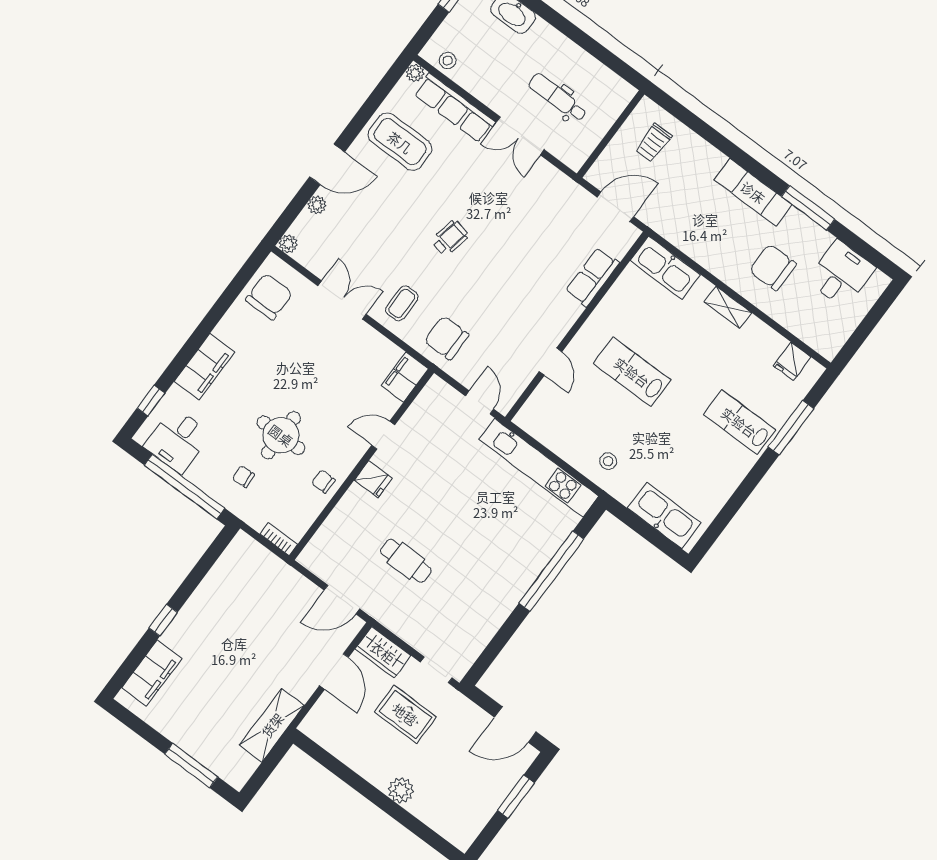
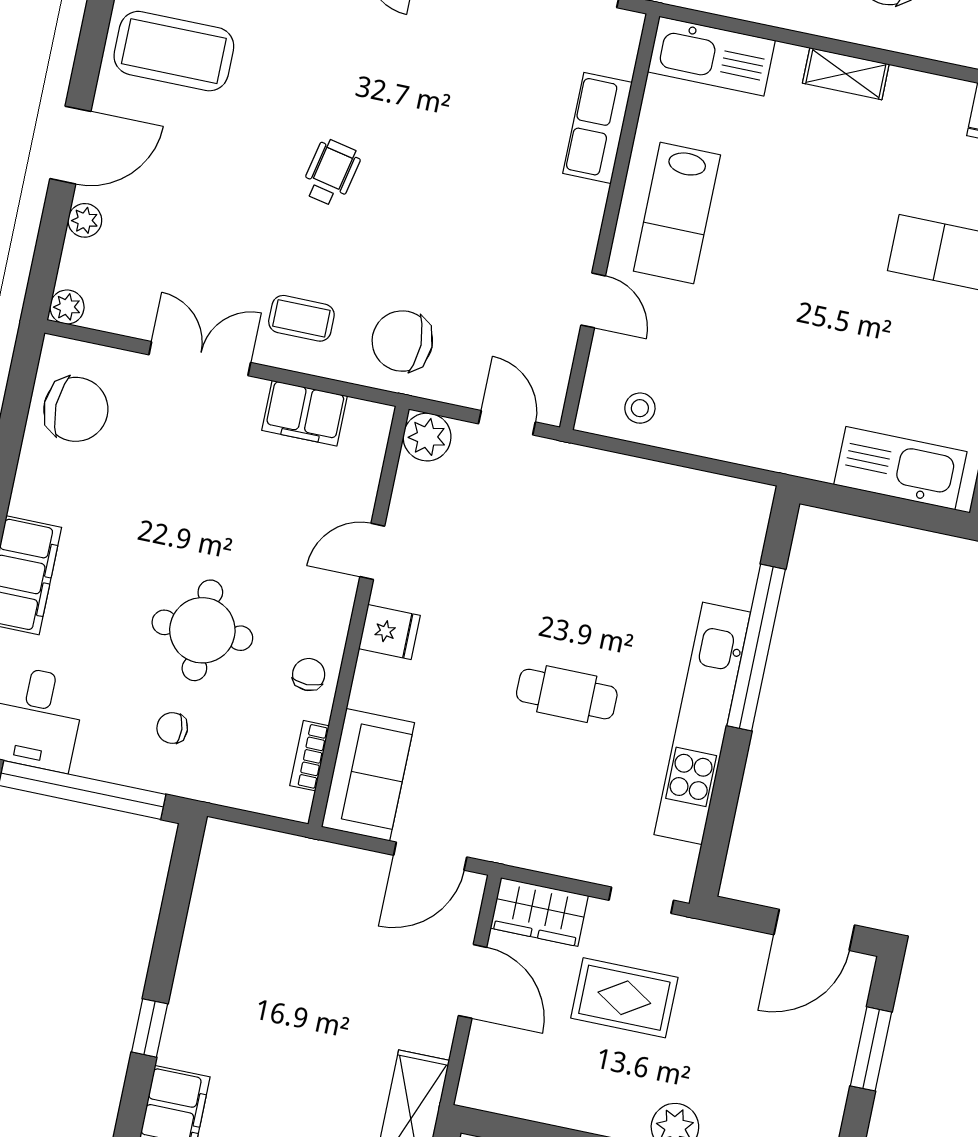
chair: (269, 297) -> (76, 409), turned 91
coffee table: (402, 303) -> (301, 318), turned 90
lab bench: (632, 372) -> (677, 213), moved, turned -90
filing cabinet: (405, 377) -> (305, 413), moved, turned -90
plant: (437, 391) -> (427, 437), added
stool: (608, 461) -> (640, 408), moved
kitchen unit: (539, 468) -> (702, 723), moved, turned 90
chair: (323, 482) -> (309, 674), turned 90
bookcase: (279, 539) -> (309, 756), moved, turned -90
sofa: (330, 545) -> (368, 775), added
cafe table: (406, 561) -> (567, 694), moved

